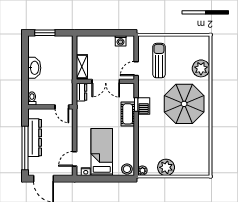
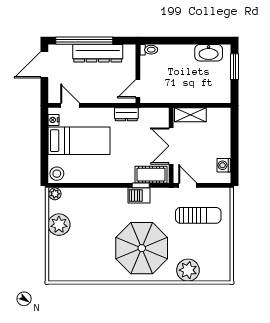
washbasin: (34, 68) -> (209, 53), moved
dresser: (81, 92) -> (126, 114), moved
cot: (128, 114) -> (151, 175), moved

